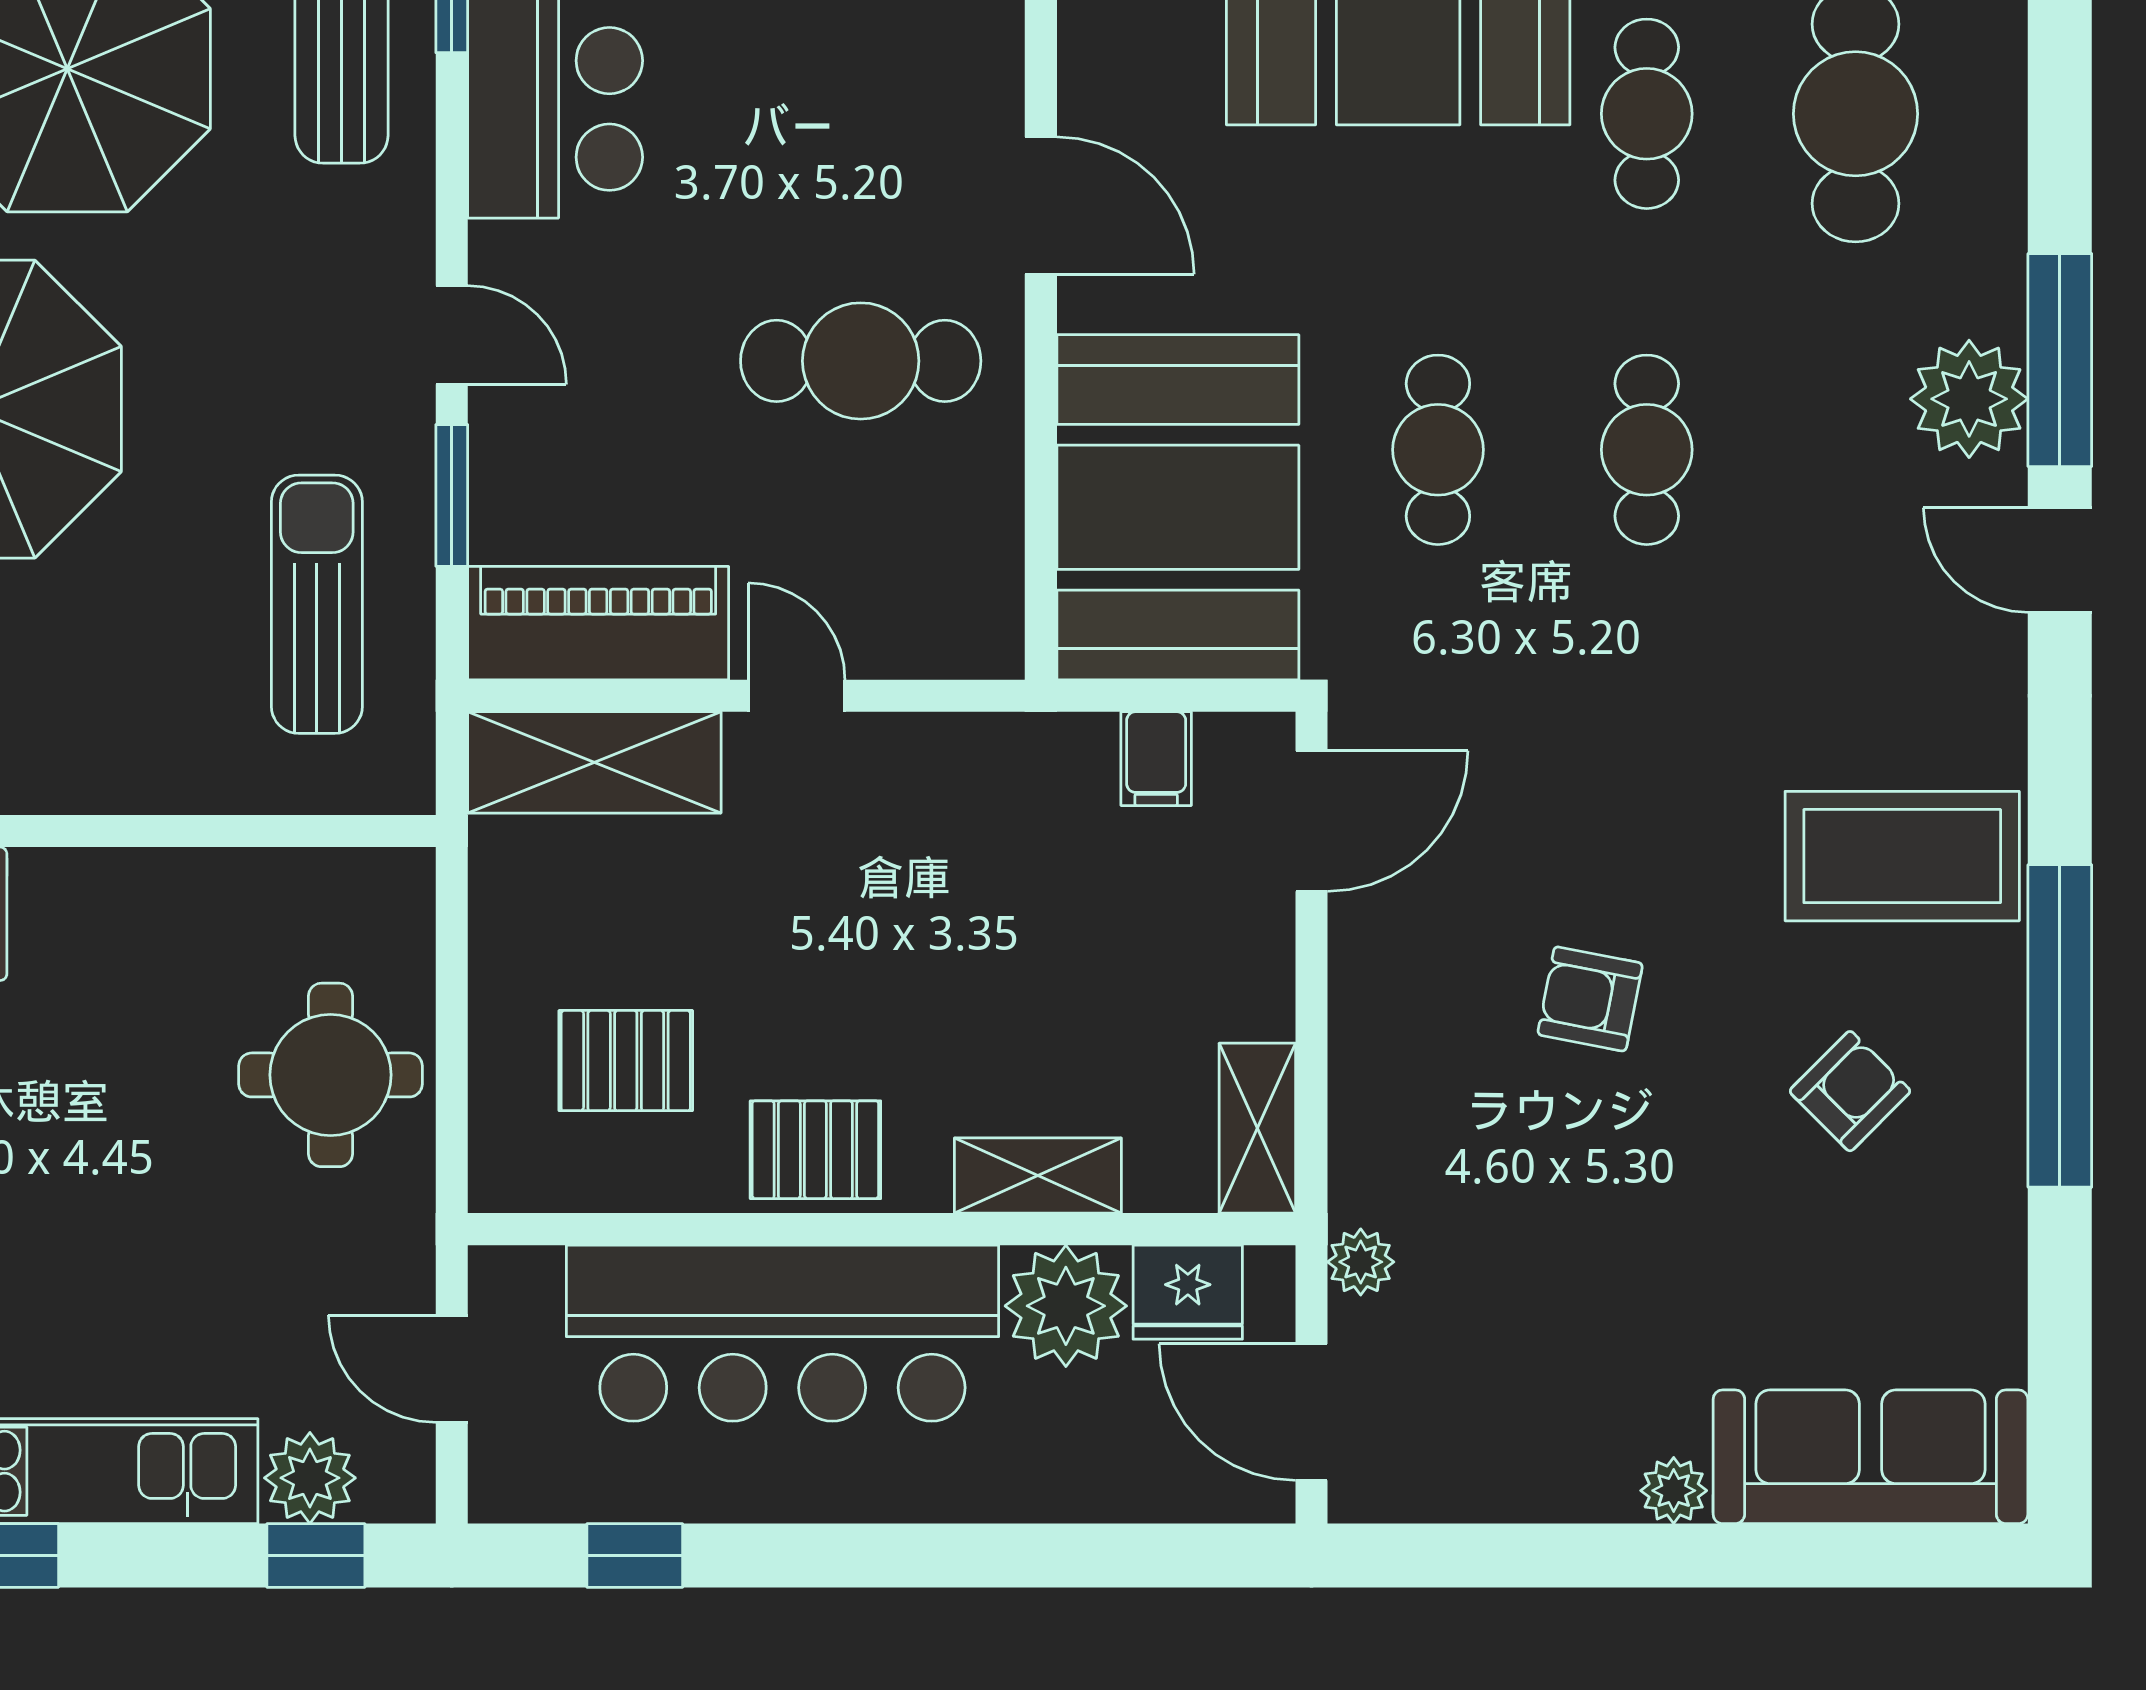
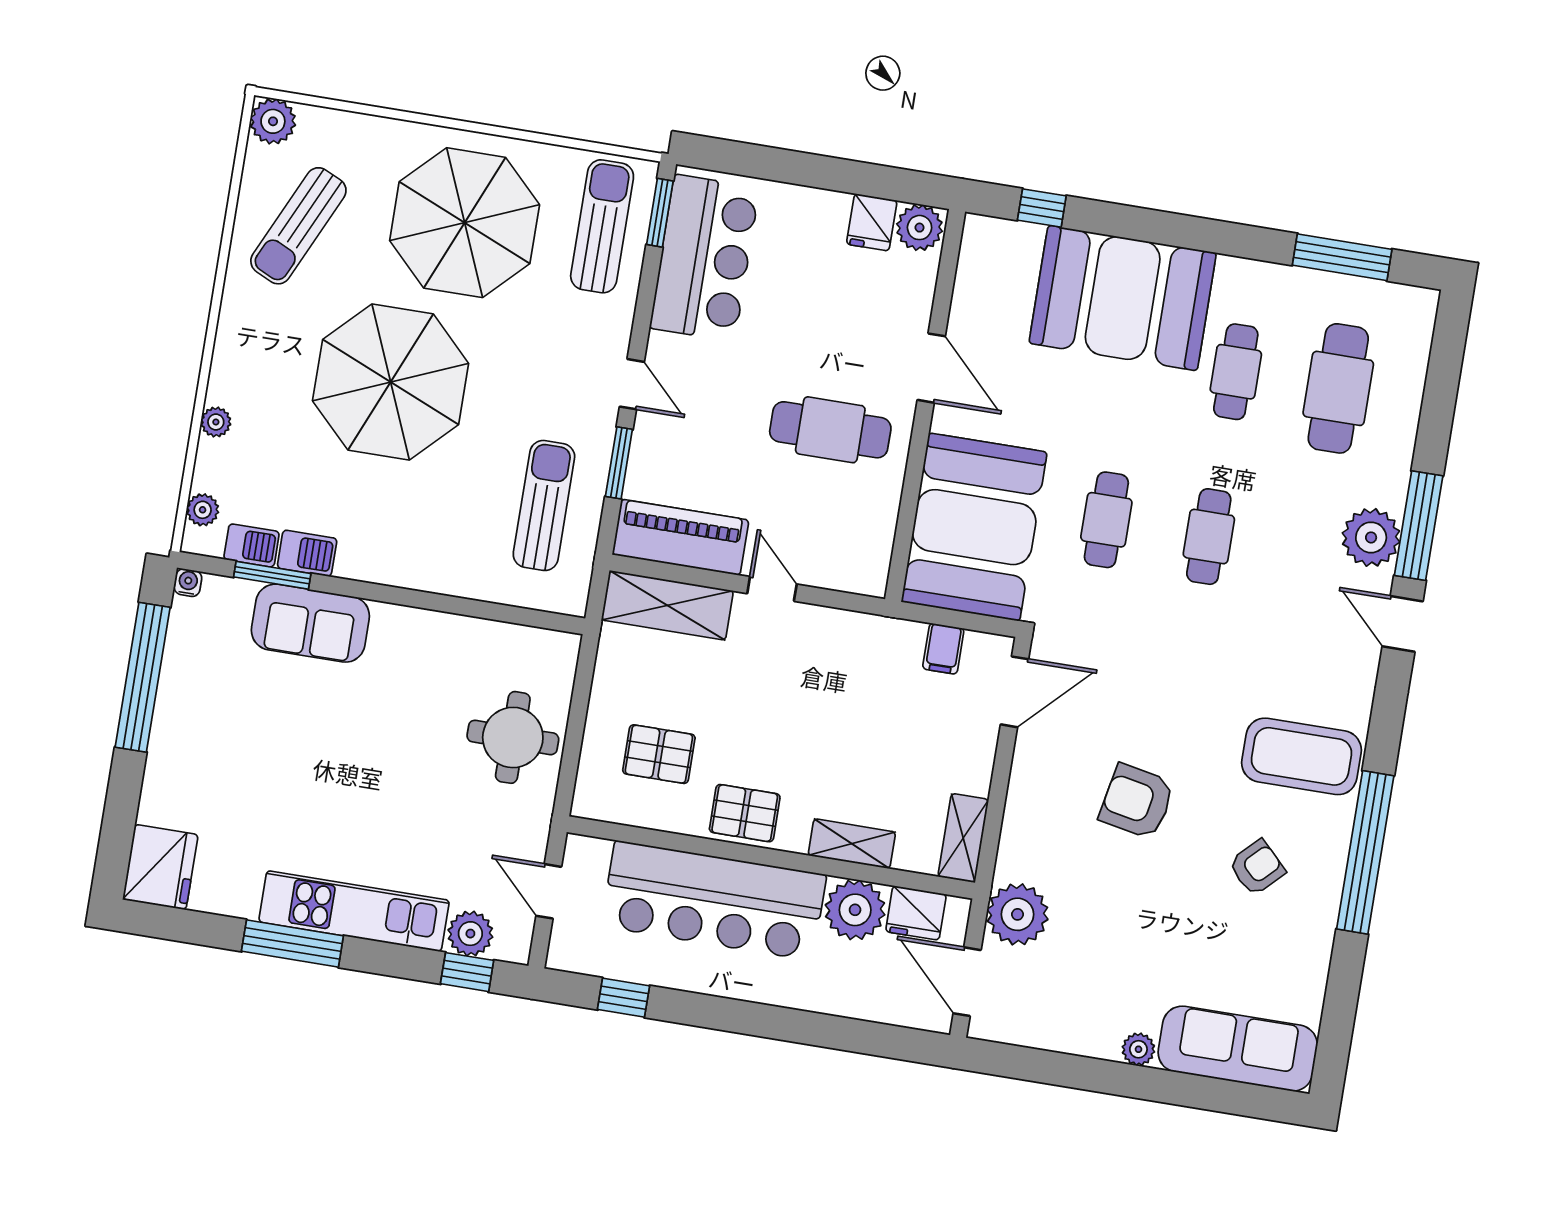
armchair: (1590, 999) -> (1137, 801), width x1.38, depth x1.38
plant: (1361, 1262) -> (1017, 914), width x1.88, depth x1.88

